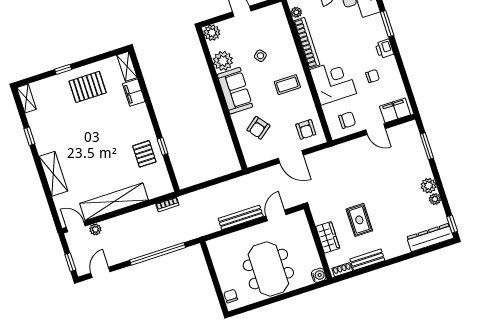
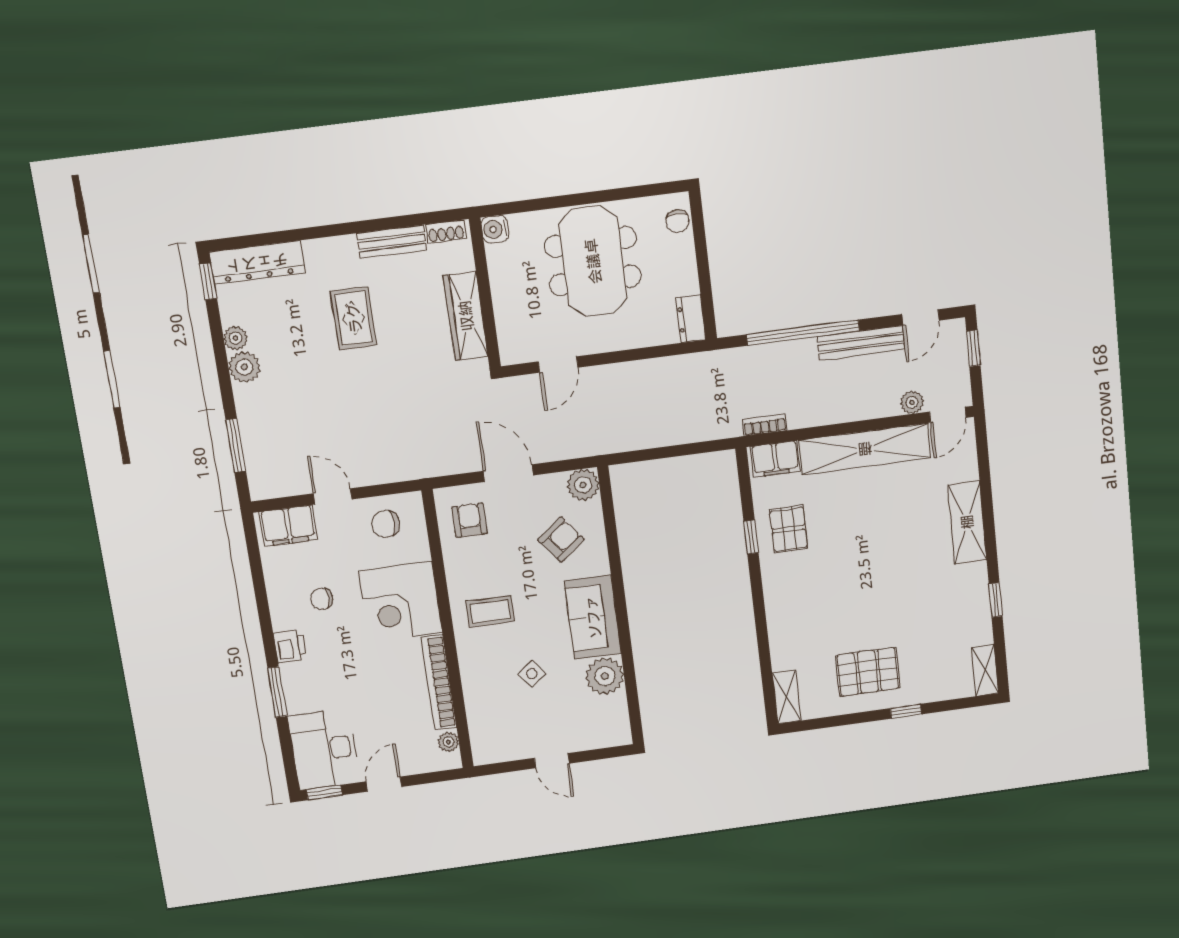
plant: (212, 33) -> (583, 485), moved
filing cabinet: (134, 93) -> (775, 459), moved, turned 90
bench: (241, 217) -> (861, 343), moved
rug: (359, 220) -> (354, 318), moved
door: (76, 227) -> (948, 415), hinge flipped
wardrobe: (328, 237) -> (466, 316), width x1.50
dresser: (215, 250) -> (691, 319), added

